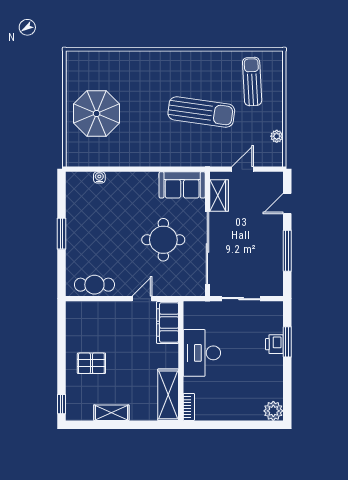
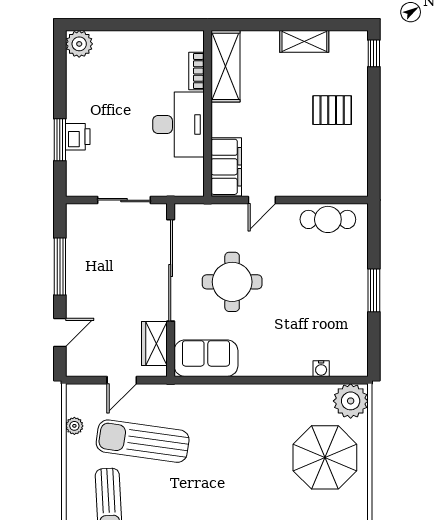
sun lounger: (201, 112) -> (143, 441), moved
plant: (78, 154) -> (351, 401), added
bookcase: (189, 407) -> (197, 71), moved

